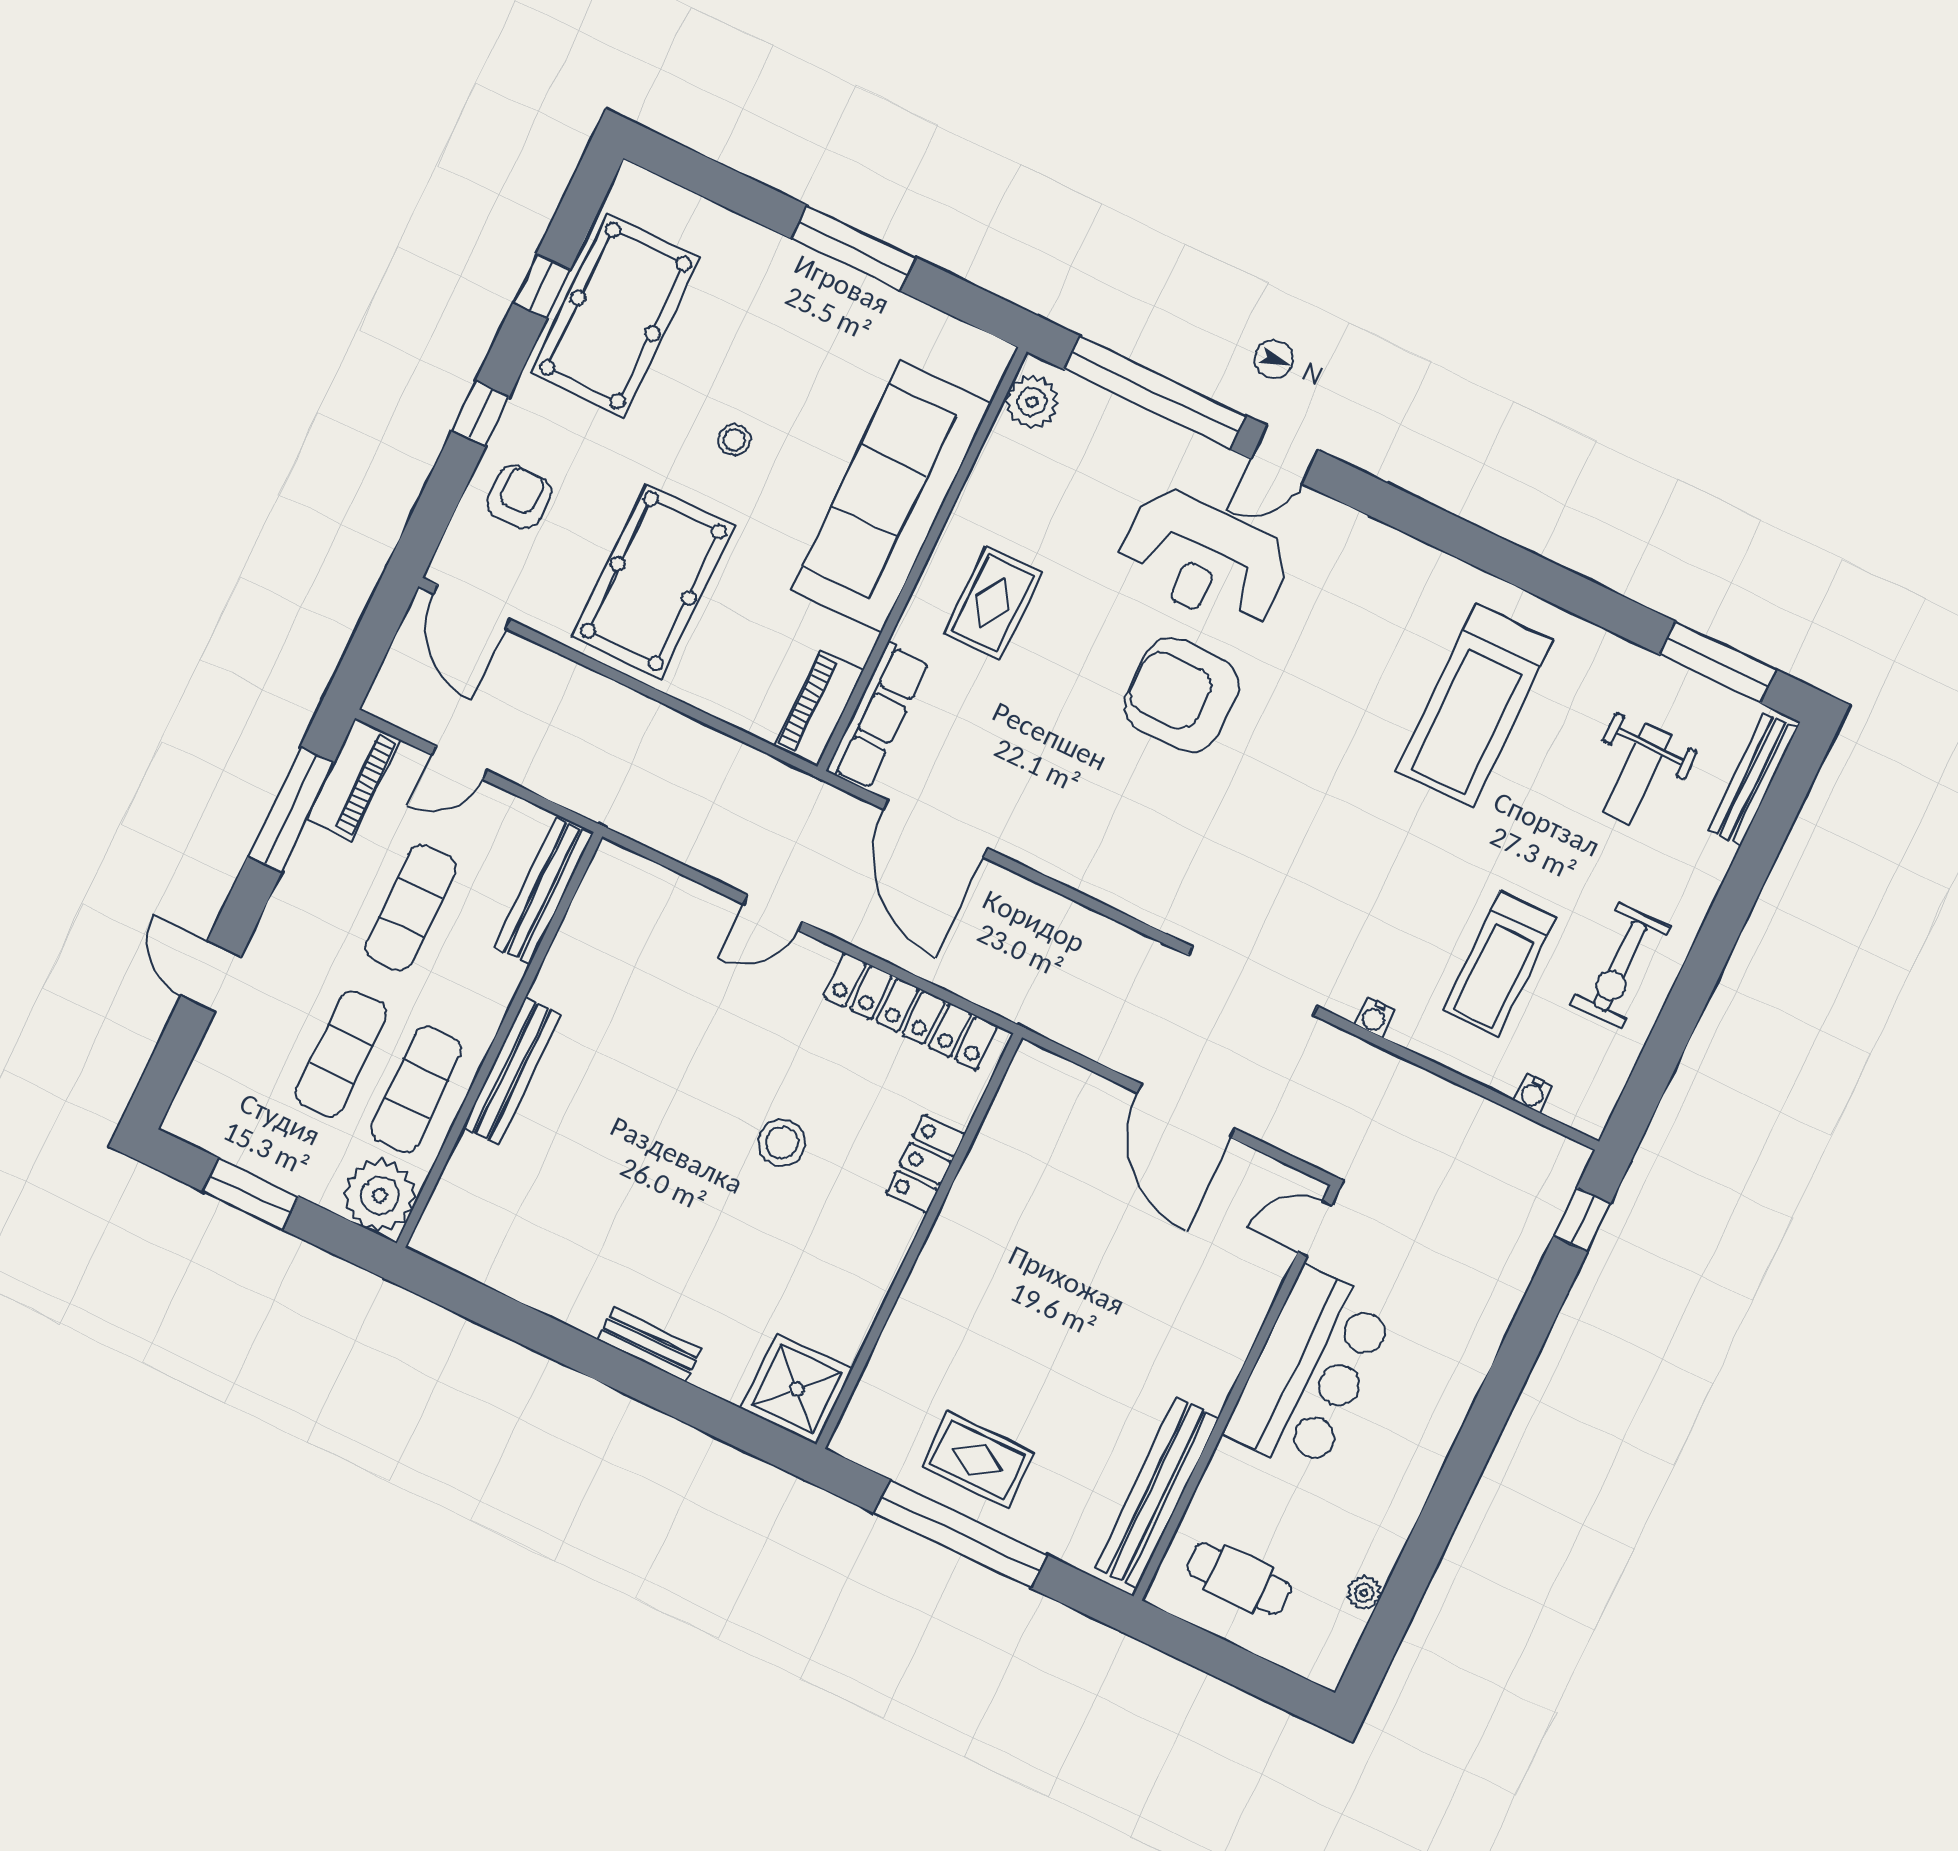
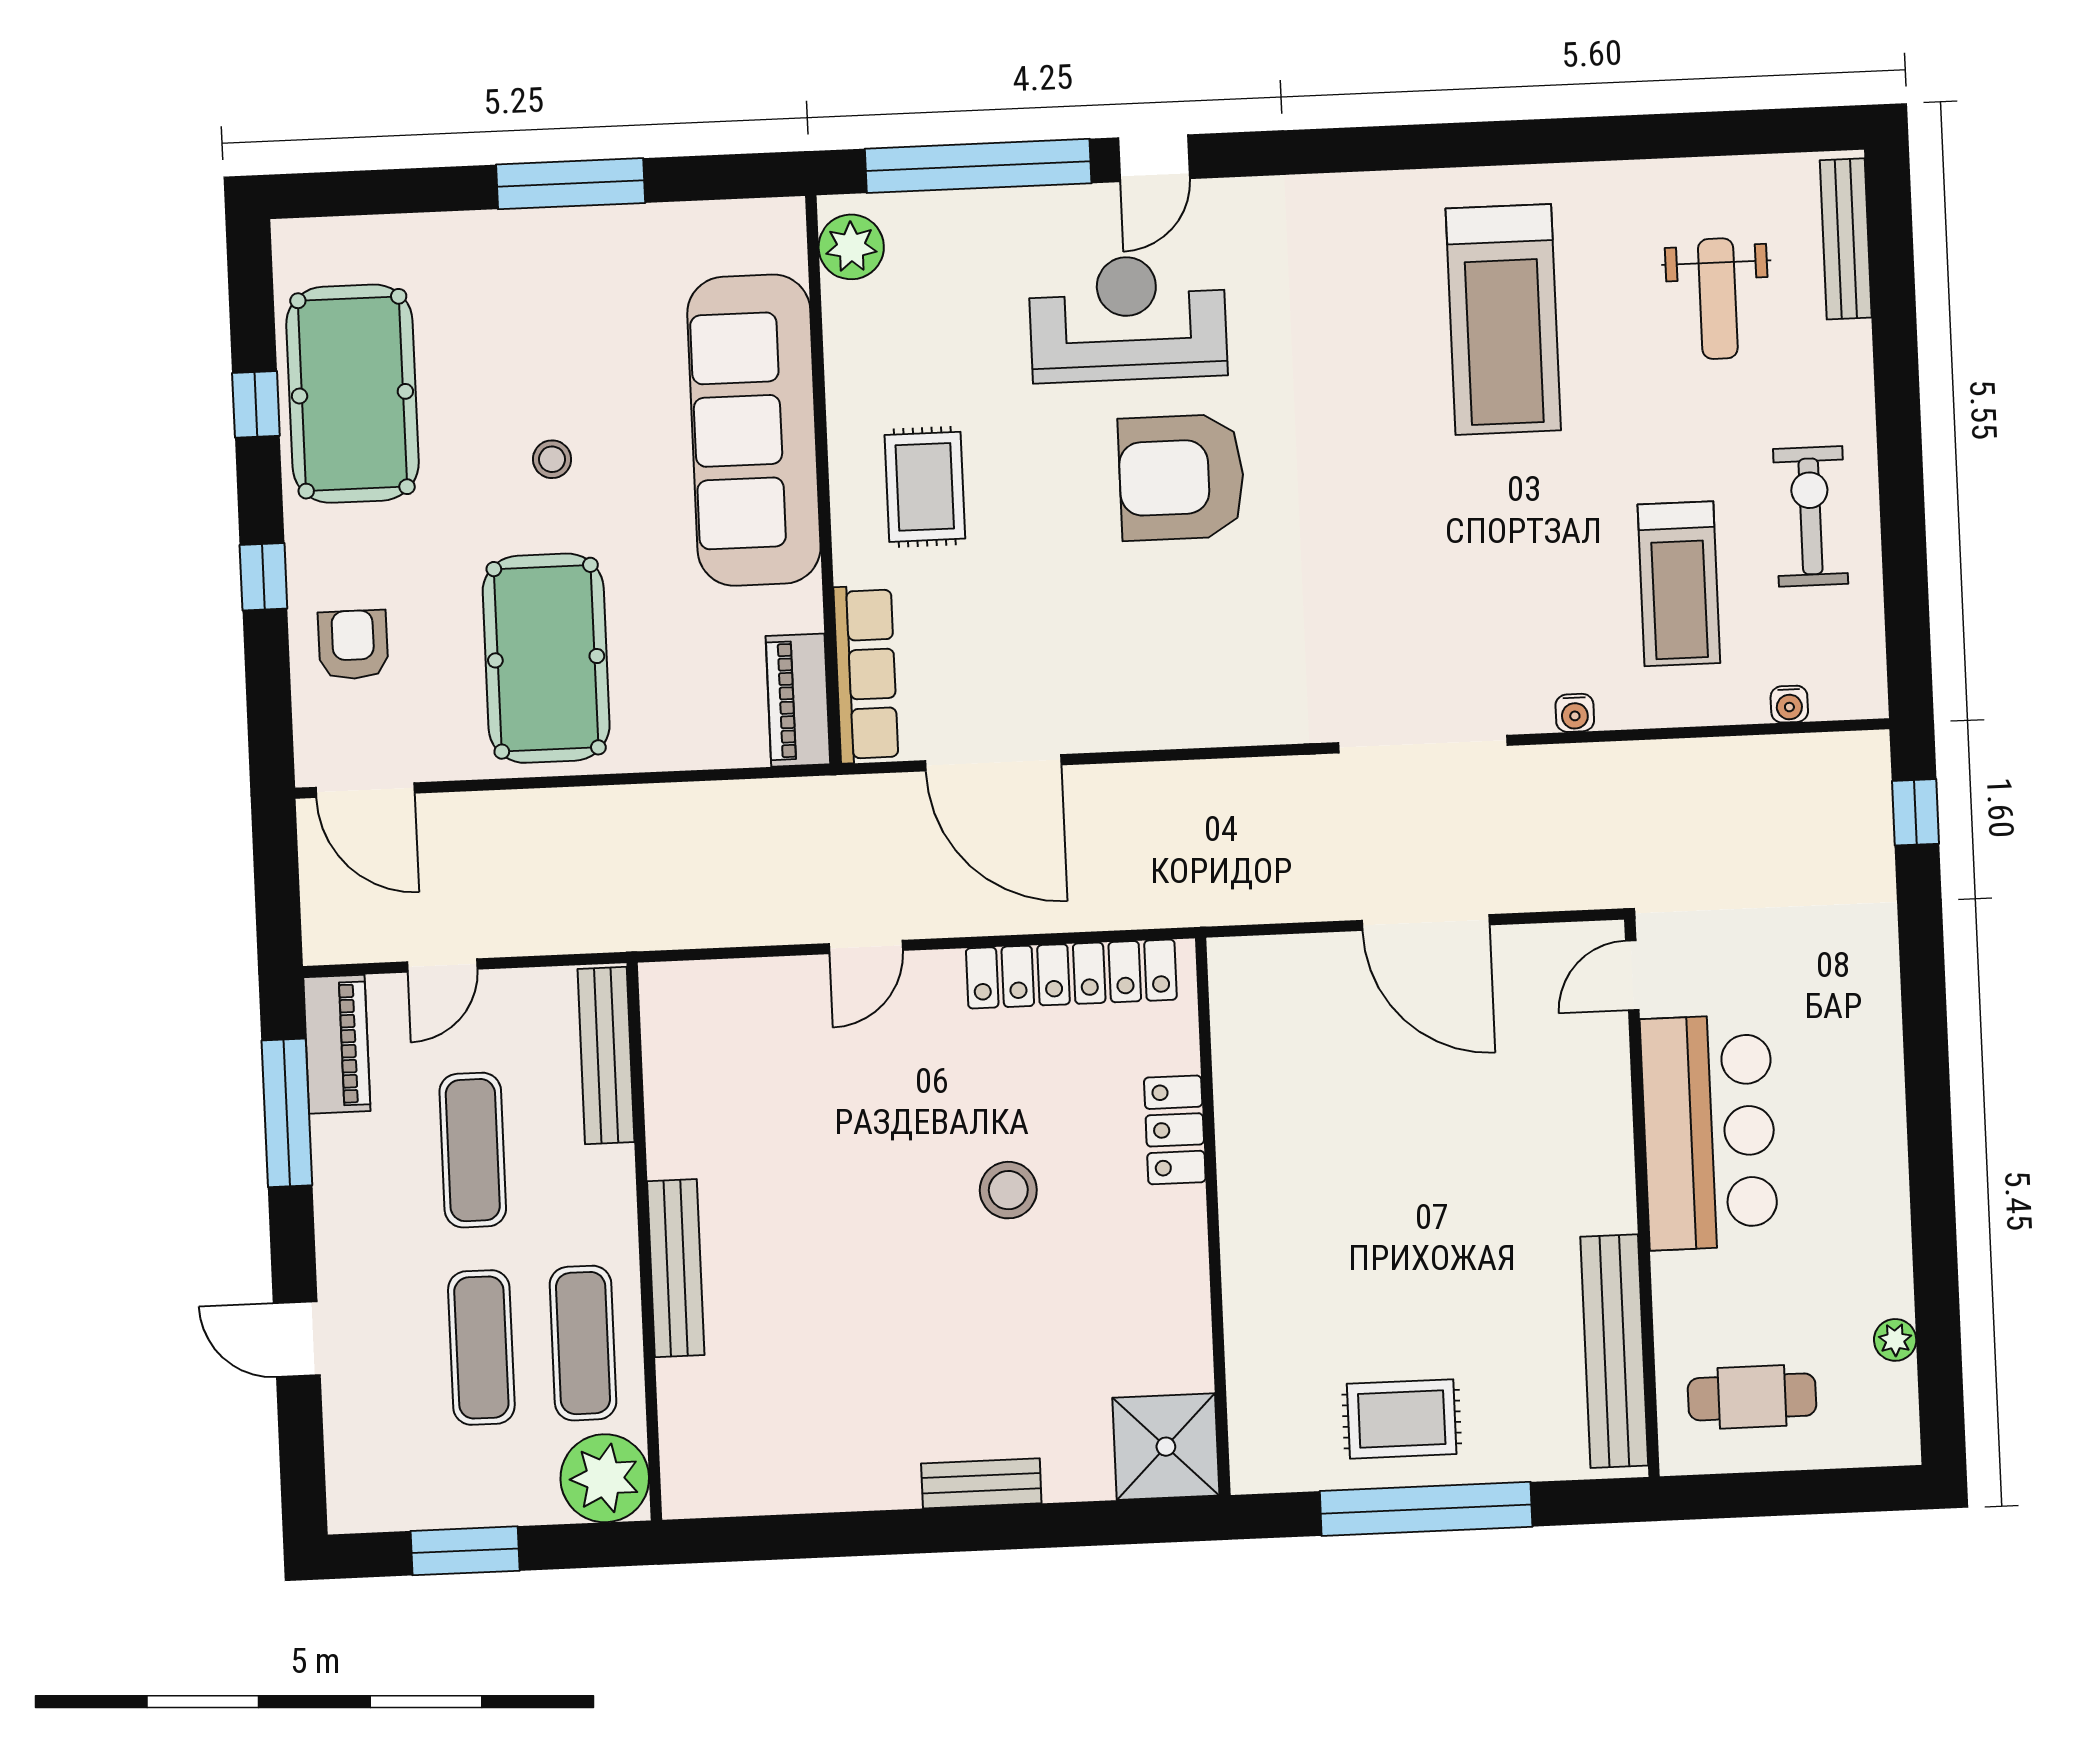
reception desk: (1204, 560) -> (1128, 318), turned 180
window: (1718, 662) -> (1741, 133), removed
exercise bike: (1620, 966) -> (1811, 516), turned 180

